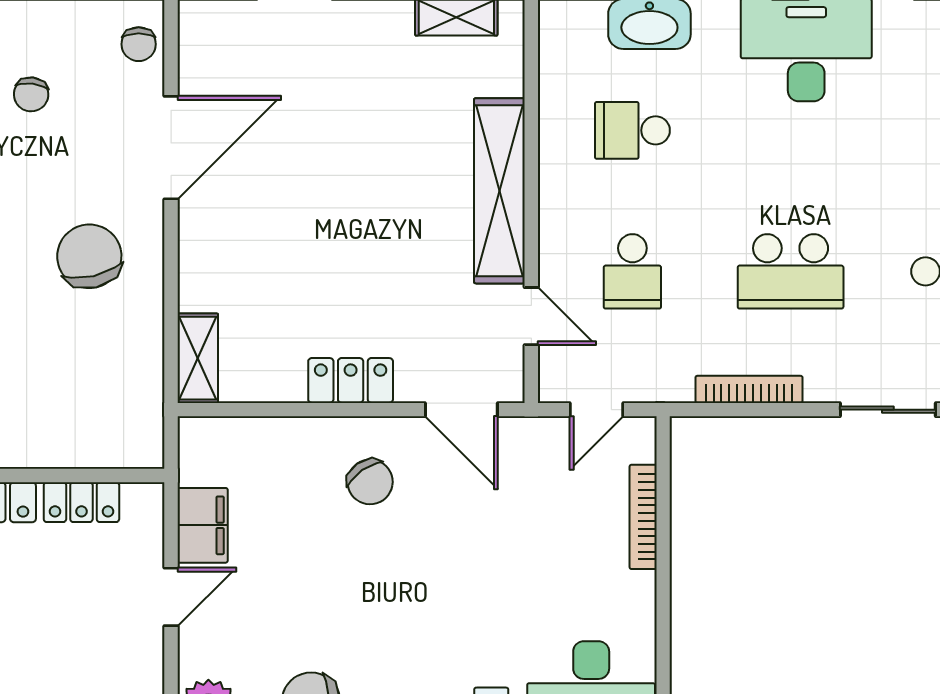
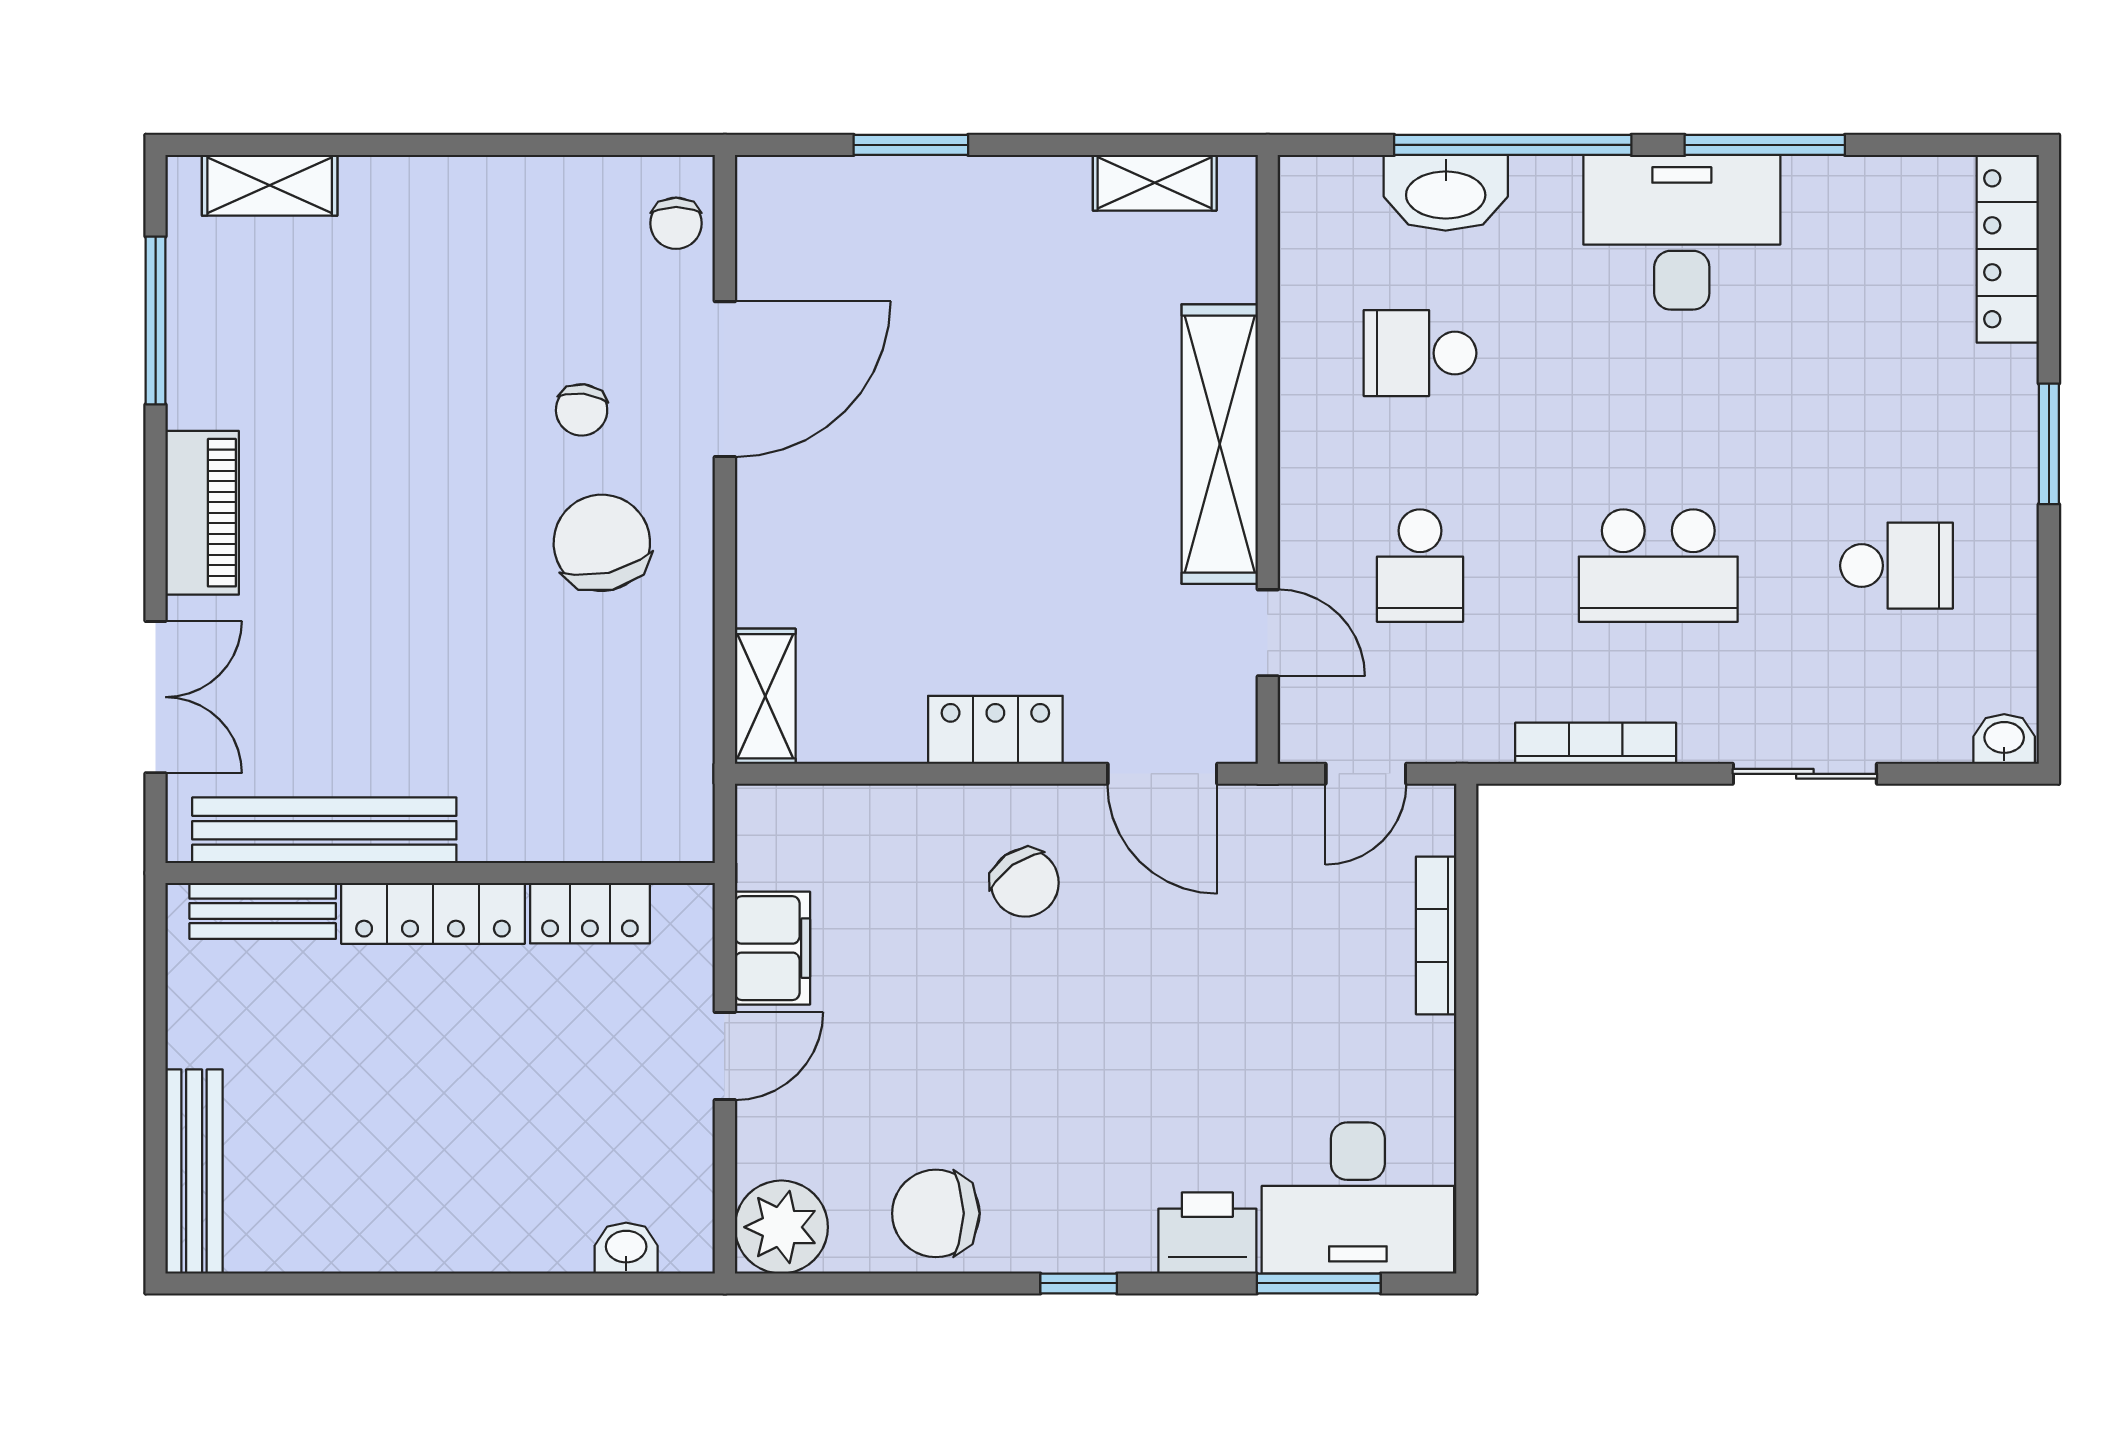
chair: (31, 94) -> (582, 410), moved

